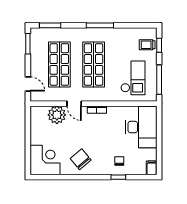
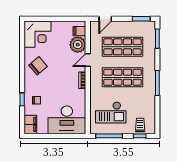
filing cabinet: (42, 113) -> (79, 31), added
filing cabinet: (152, 168) -> (30, 124), width x2.00

